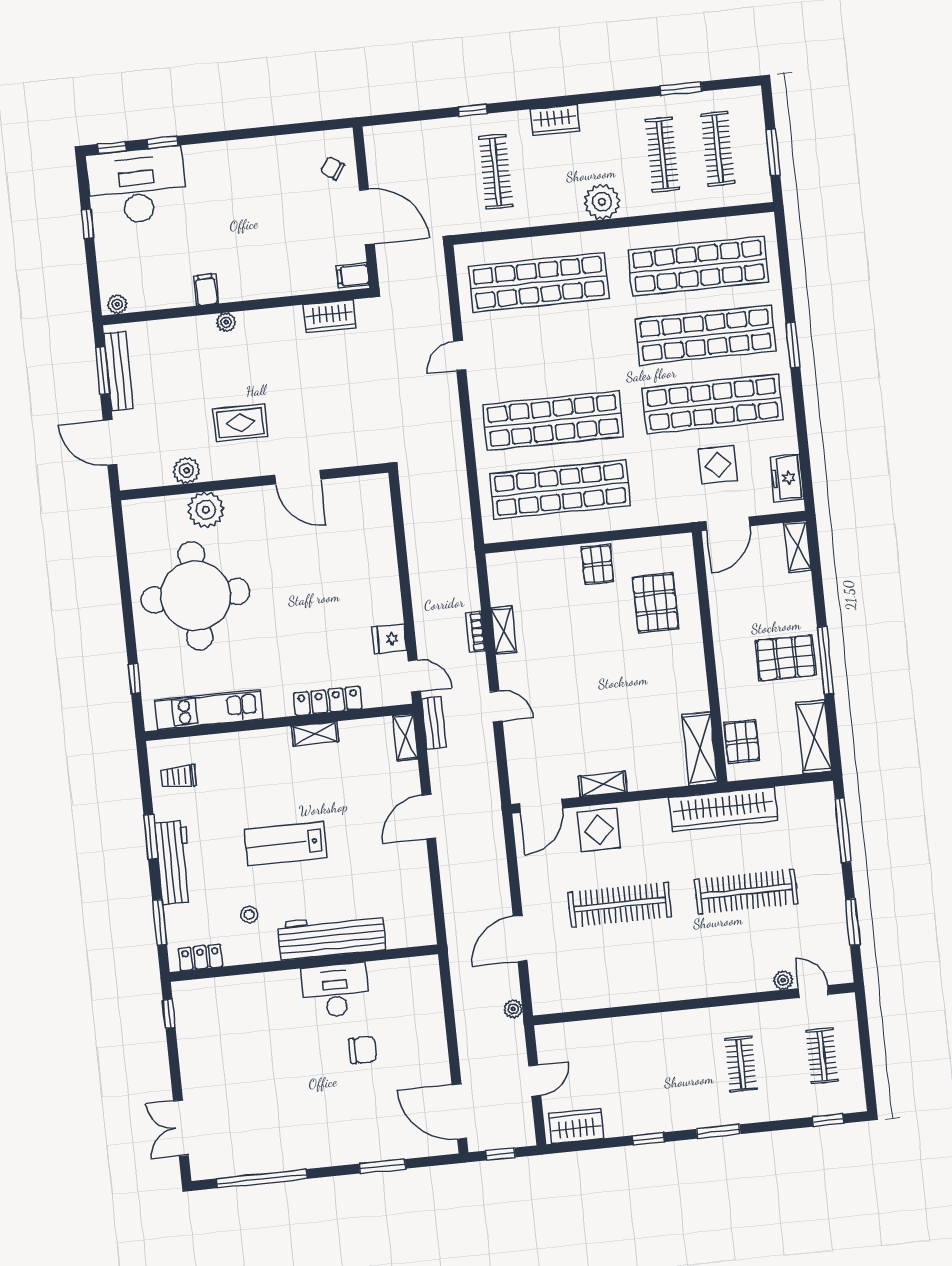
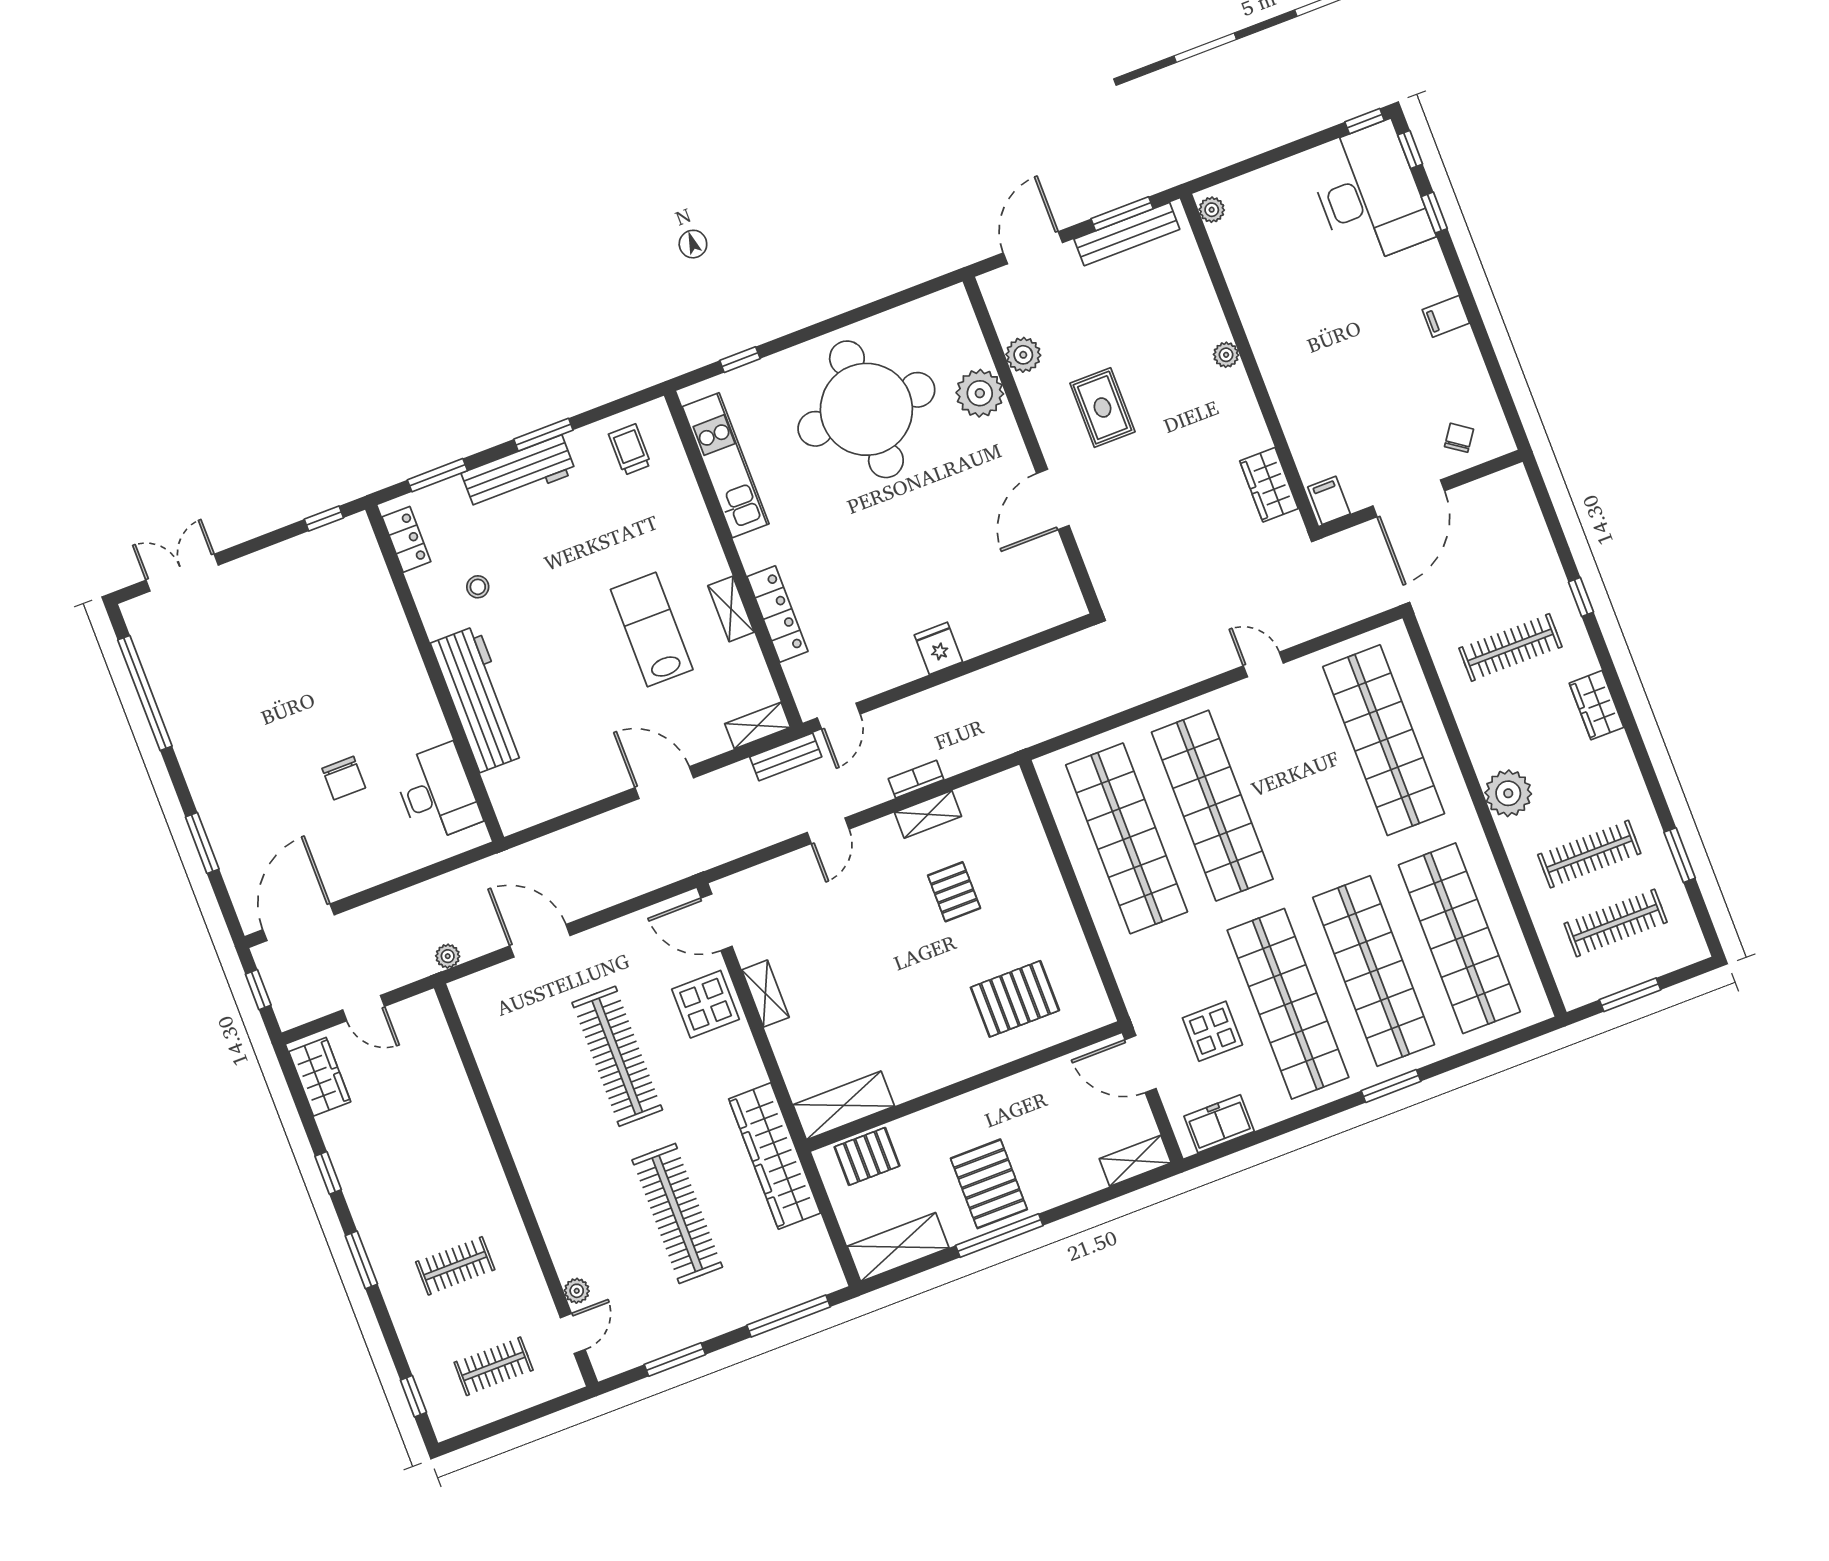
window: (87, 224) -> (1365, 121), moved
filing cabinet: (206, 290) -> (1446, 316), moved, turned 180
pallet: (597, 564) -> (954, 892), moved, turned 90
fridge: (389, 639) -> (938, 648), moved
lab bench: (285, 844) -> (652, 629), moved
desk: (335, 990) -> (437, 793), moved

